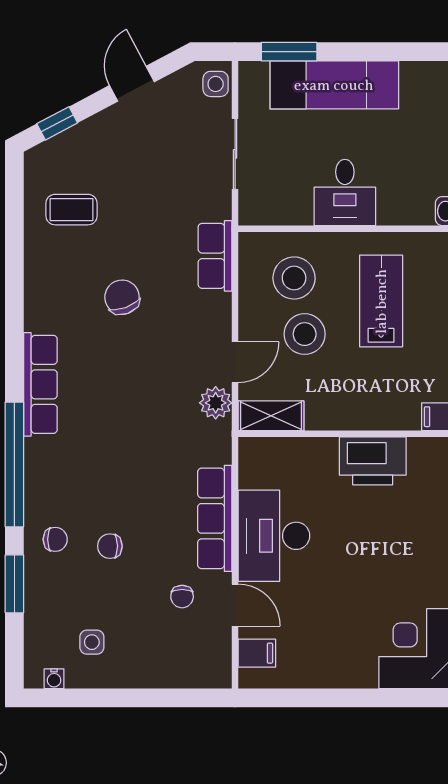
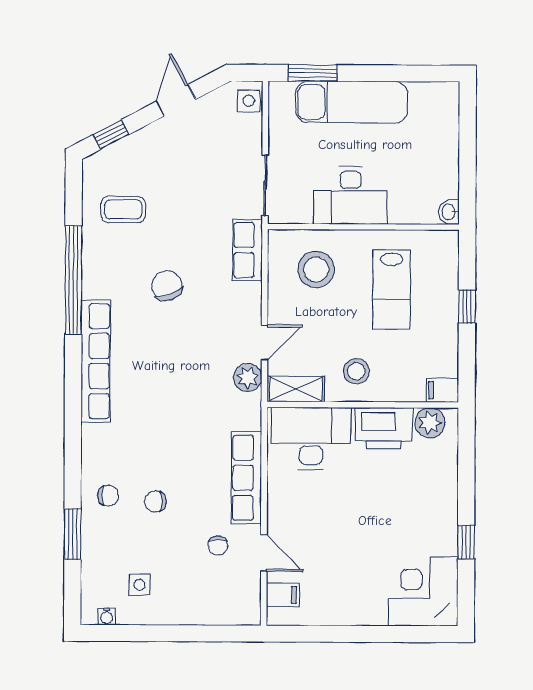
sliding door: (235, 154) -> (265, 185), moved
desk: (345, 192) -> (351, 195), width x1.37
lab bench: (381, 301) -> (392, 290), turned 180
stool: (305, 334) -> (356, 371), moved, width x0.73, depth x0.73
row of seats: (40, 384) -> (96, 361), width x1.36
plant: (426, 454) -> (430, 423), added
window: (14, 464) -> (73, 280), moved
desk: (274, 536) -> (311, 438), moved, turned 90

